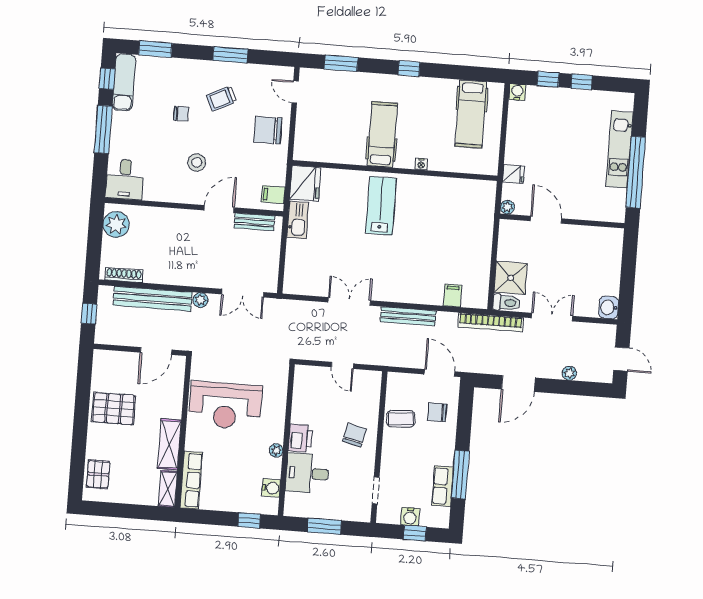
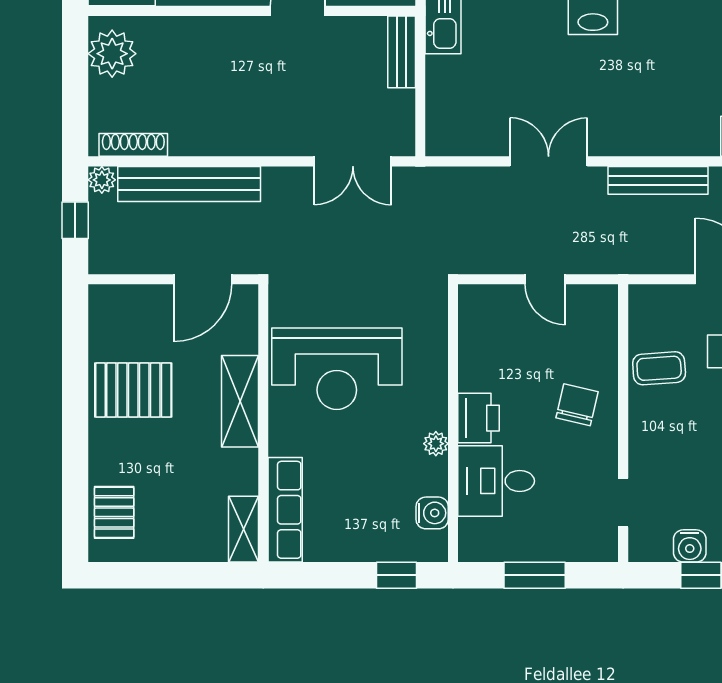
bench: (254, 222) -> (402, 52), moved, turned 90
plant: (200, 300) -> (102, 180), moved
shelving: (169, 444) -> (240, 401), moved

